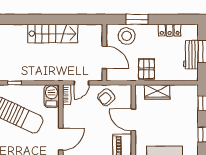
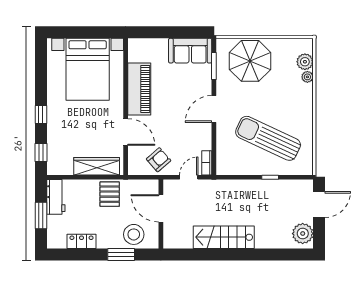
workbench: (191, 55) -> (56, 197), moved
wardrobe: (157, 92) -> (97, 166), width x1.50
barbecue: (51, 96) -> (225, 161), removed

